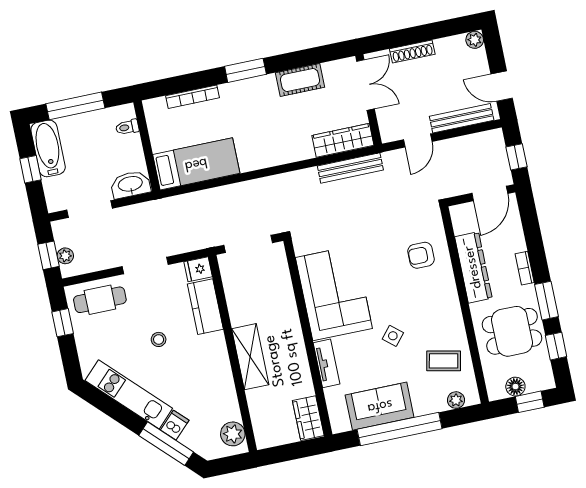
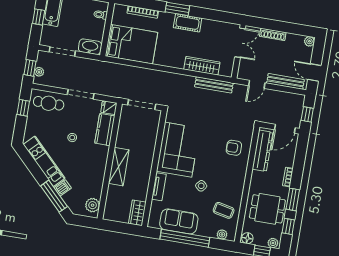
cot: (300, 80) -> (188, 23), moved
wardrobe: (343, 140) -> (202, 66), moved
bed: (196, 164) -> (131, 44), width x1.50
dresser: (473, 267) -> (262, 151), moved
plant: (542, 382) -> (273, 243), added
floor lamp: (515, 387) -> (247, 238), moved

